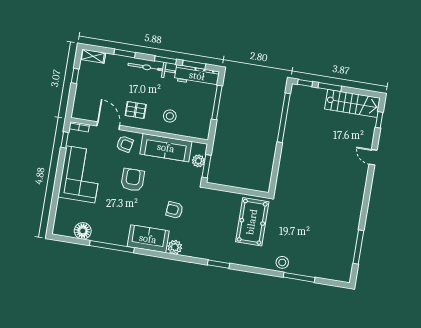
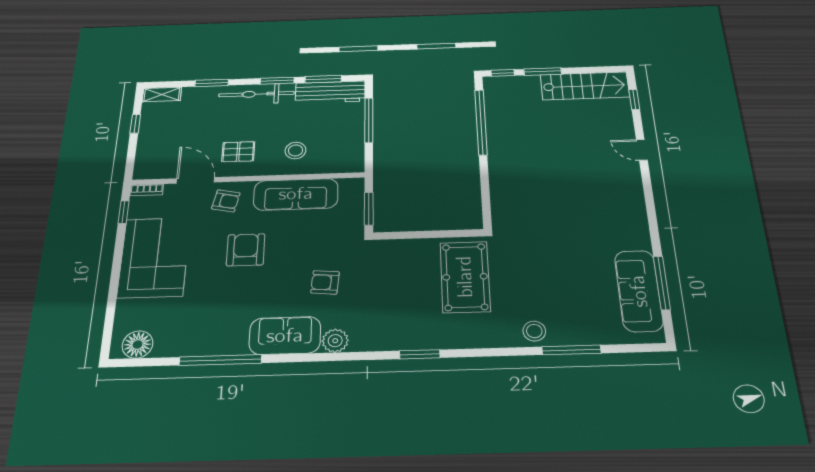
plant: (198, 161) -> (354, 204), removed
floor lamp: (83, 231) -> (138, 344), moved
sofa: (344, 249) -> (639, 291), added

